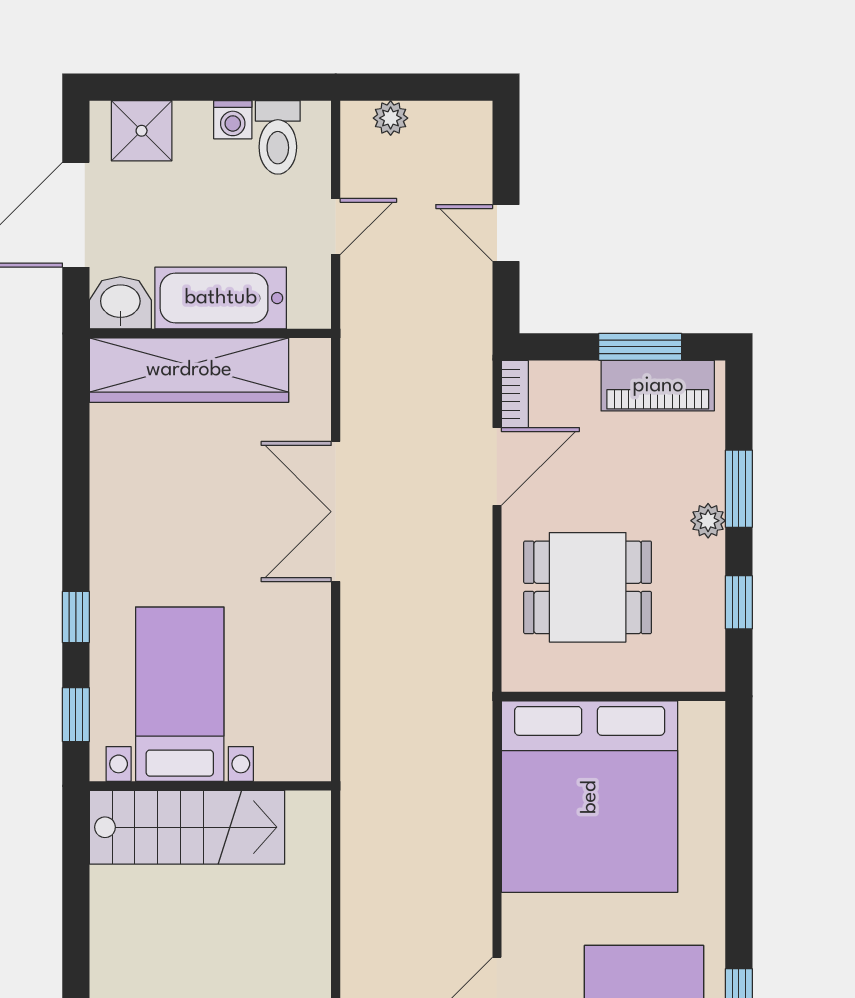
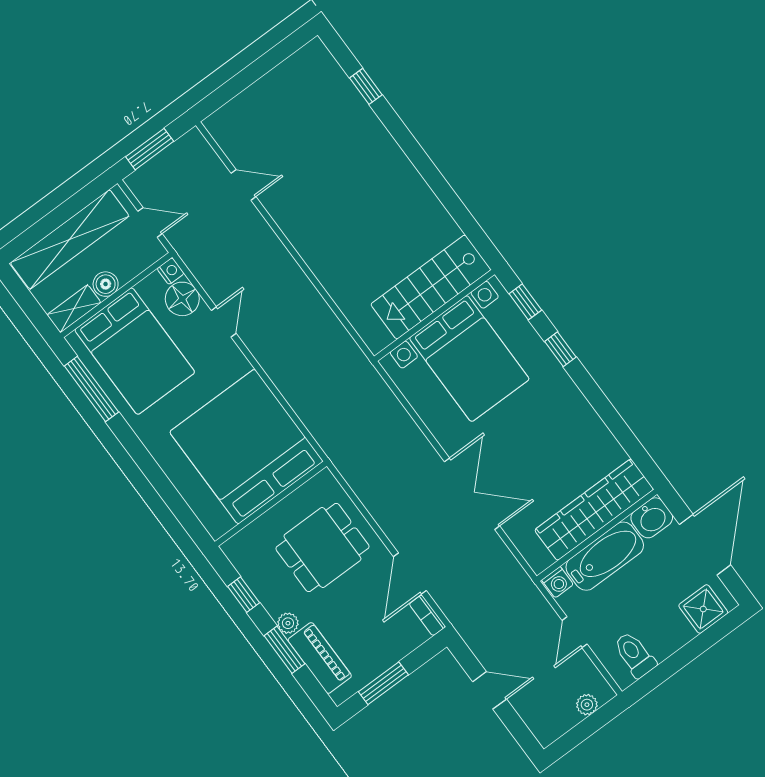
washing machine: (233, 120) -> (558, 582), moved, turned 180
piano: (658, 386) -> (320, 658), moved, turned 90
bed with nightstands: (180, 694) -> (469, 359), width x1.36

